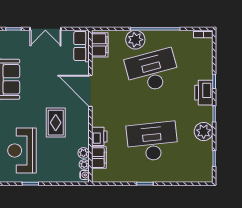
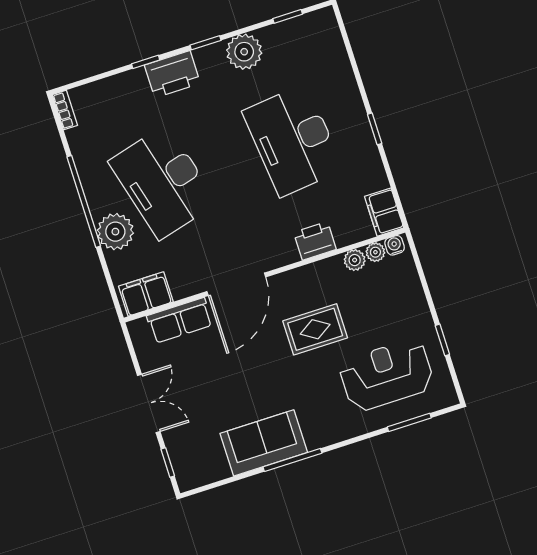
row of seats: (82, 46) -> (180, 320), moved
reception desk: (22, 150) -> (387, 375), turned 180
filing cabinet: (99, 158) -> (384, 212), moved, turned -90

